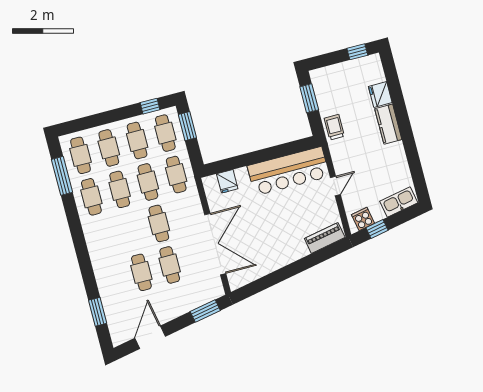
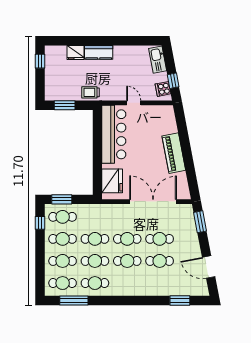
cafe table: (176, 175) -> (127, 261), moved
fridge: (227, 181) -> (112, 181), width x1.88, depth x1.34
piano: (325, 238) -> (174, 153), moved, width x1.37, depth x1.33

